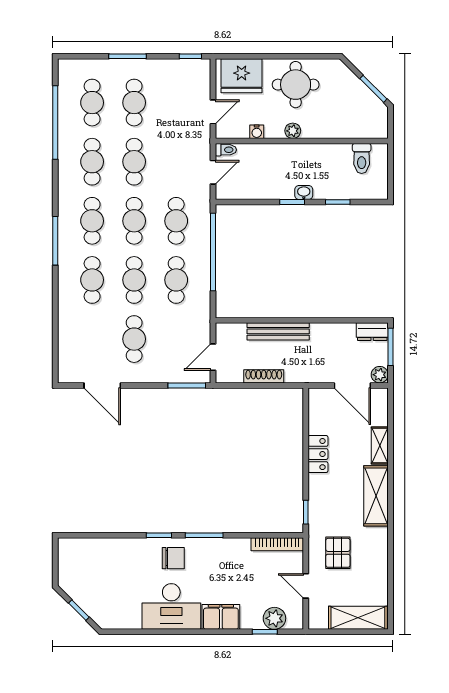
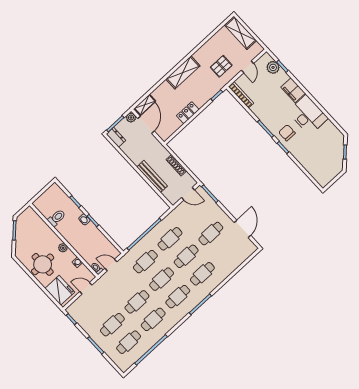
toilet: (362, 158) -> (57, 218), moved
shelving: (380, 445) -> (145, 105), moved

